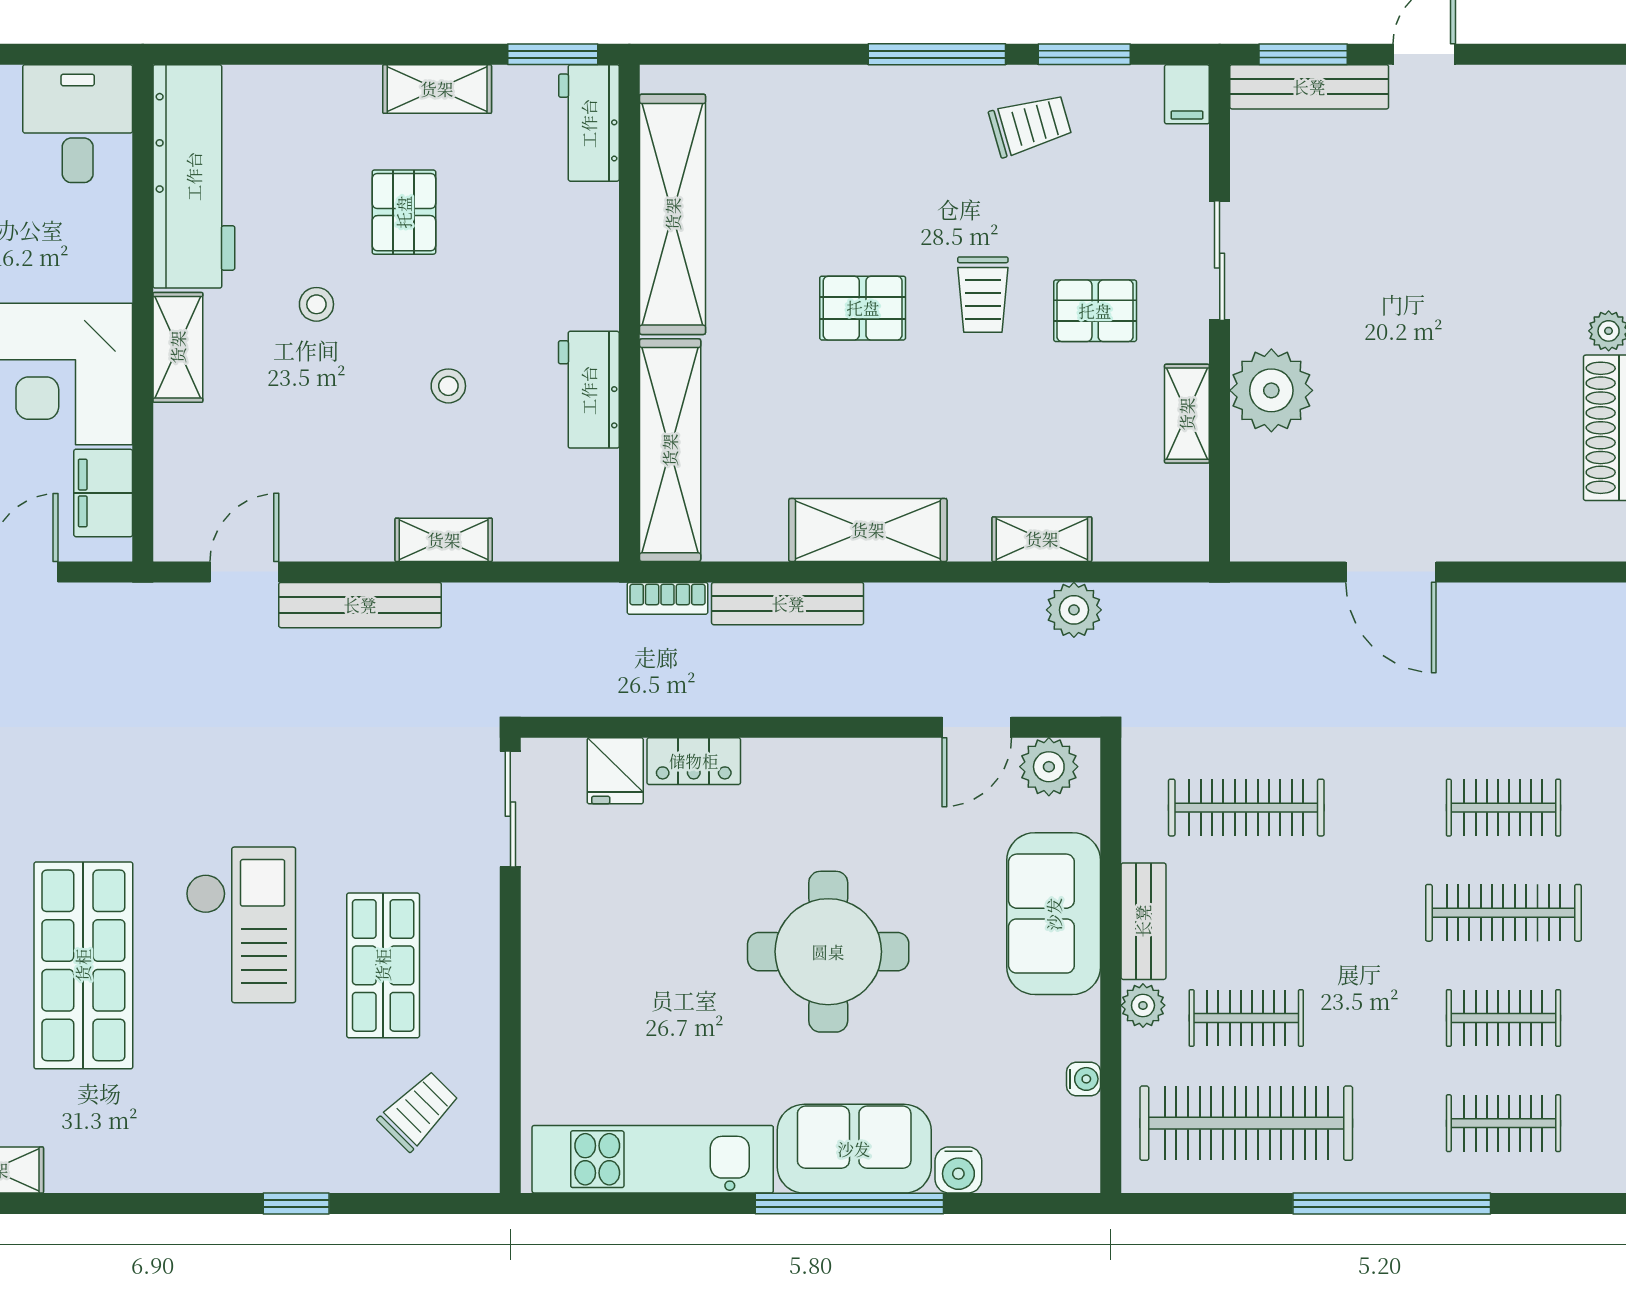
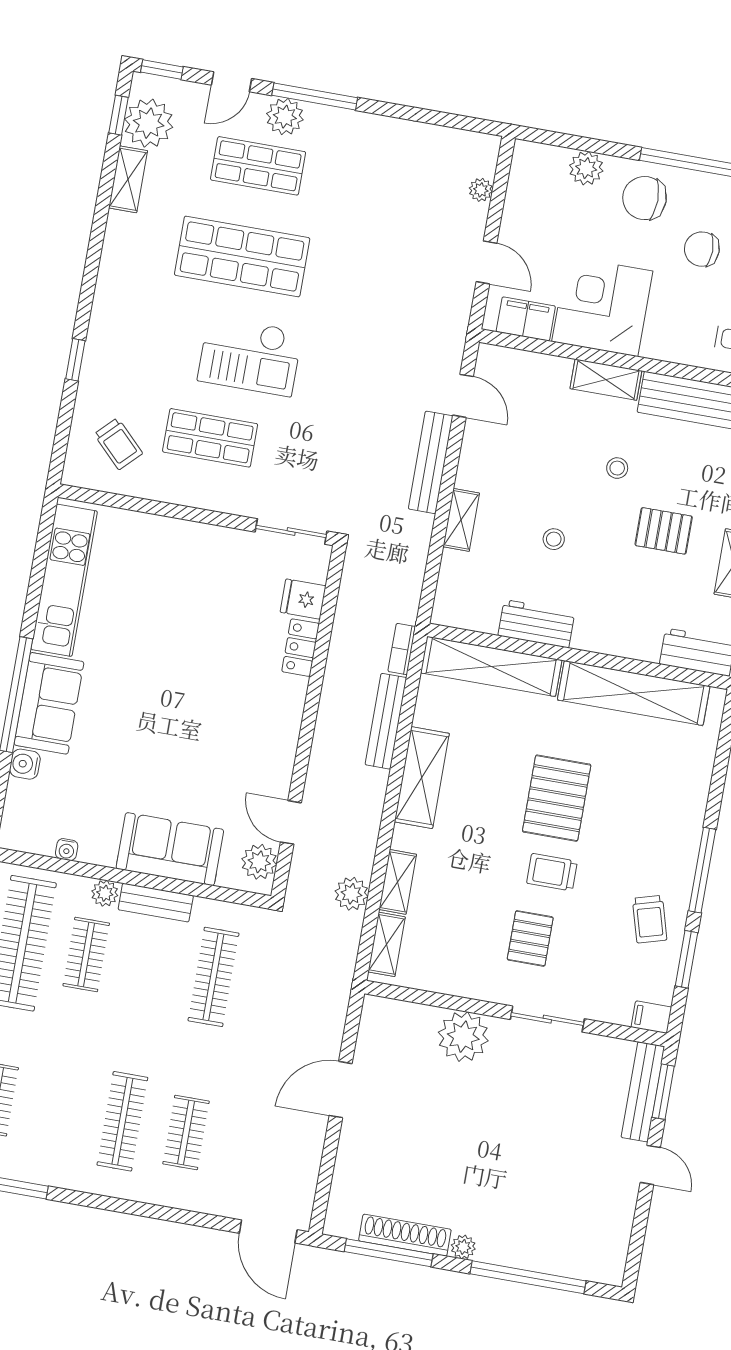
pallet: (863, 308) -> (557, 798), width x1.50, depth x1.42
shelving: (1187, 414) -> (387, 944), moved, turned 90
round table: (828, 952) -> (171, 709), removed
clothes rail: (1503, 1018) -> (59, 1110), removed

